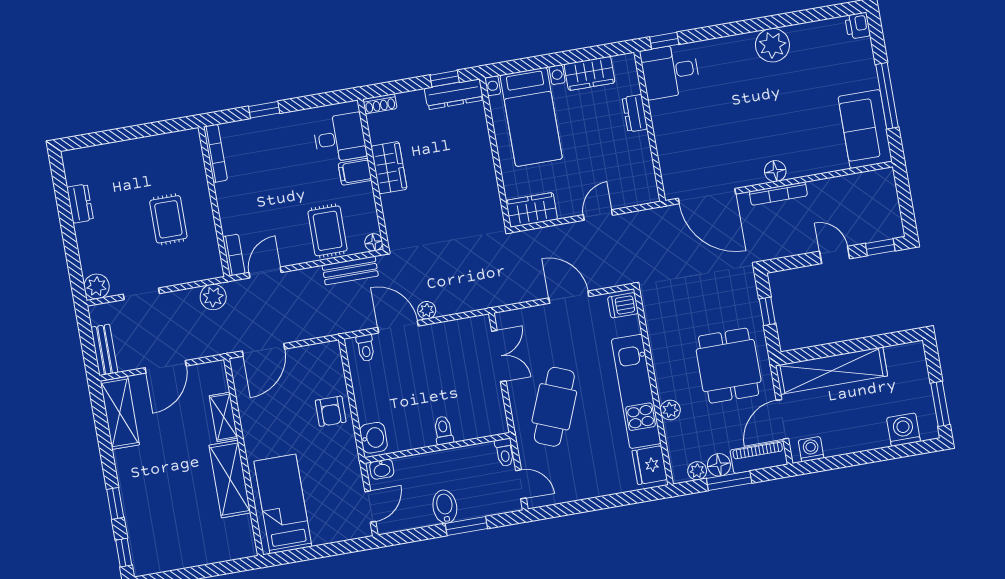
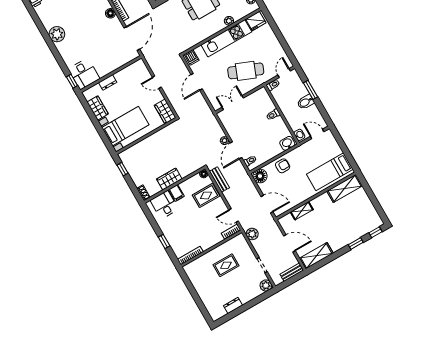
dresser: (454, 94) -> (128, 163), removed
floor lamp: (327, 357) -> (260, 176), added
shelving: (230, 479) -> (345, 188), moved

